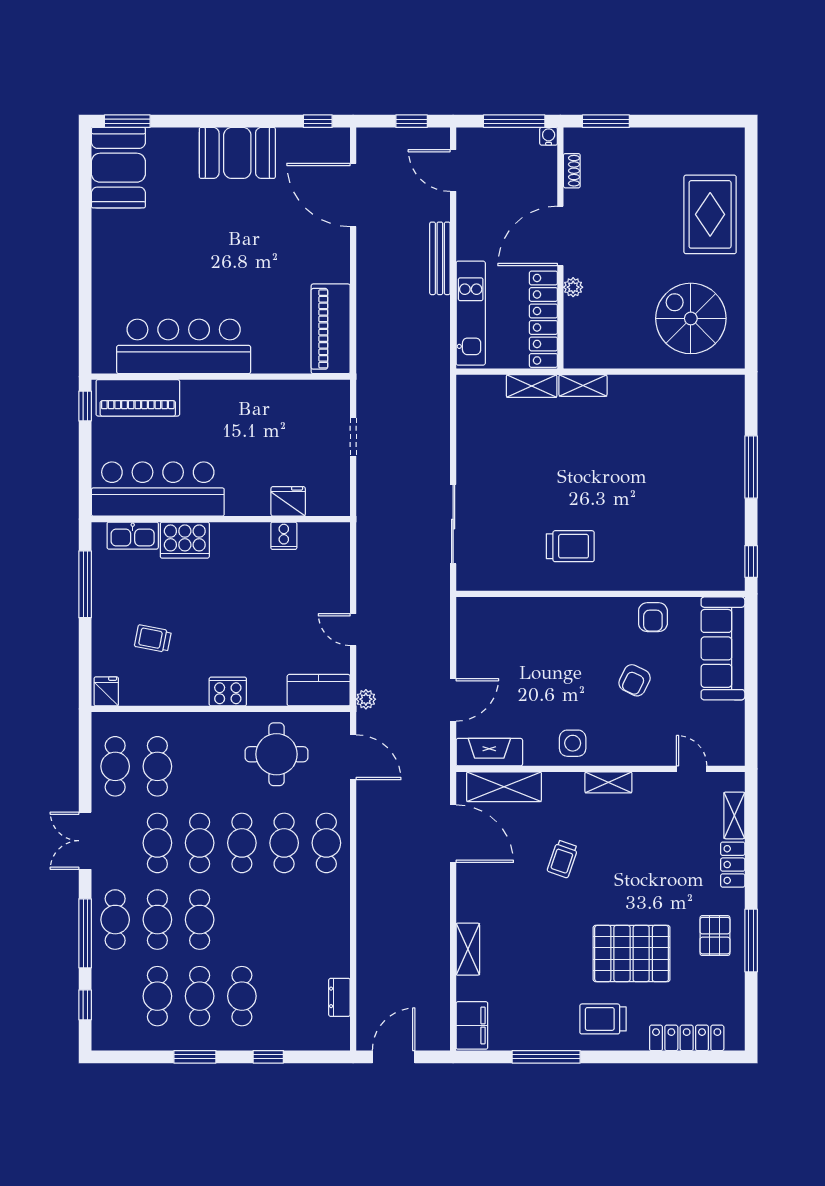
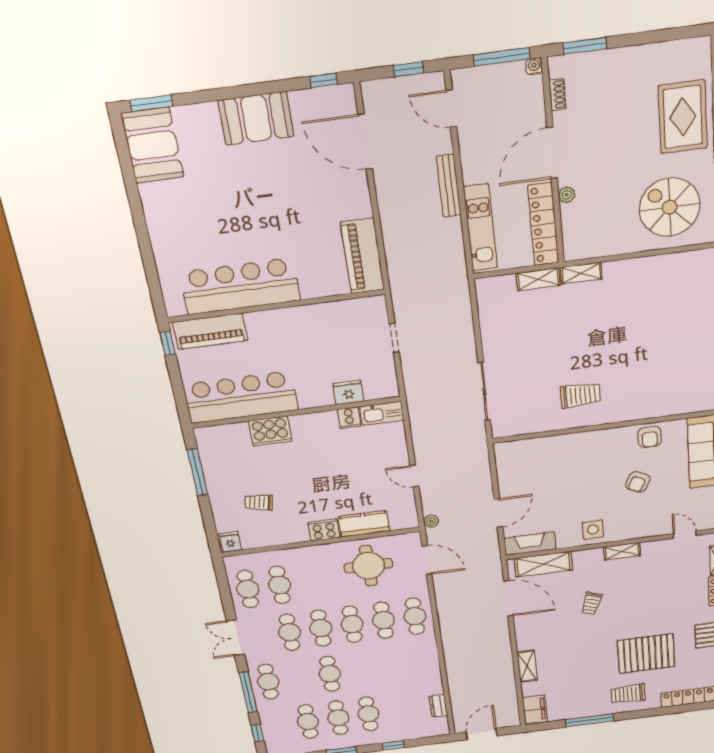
kitchen sink: (133, 536) -> (382, 413), moved
kitchen counter: (319, 690) -> (364, 524), moved
cafe table: (157, 920) -> (299, 678), removed

